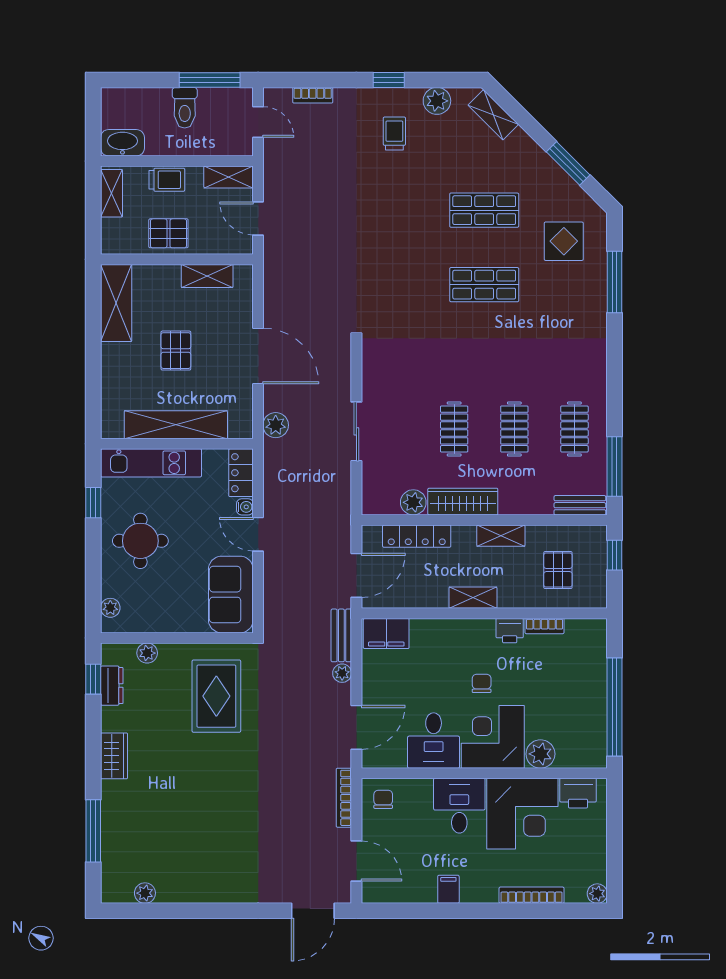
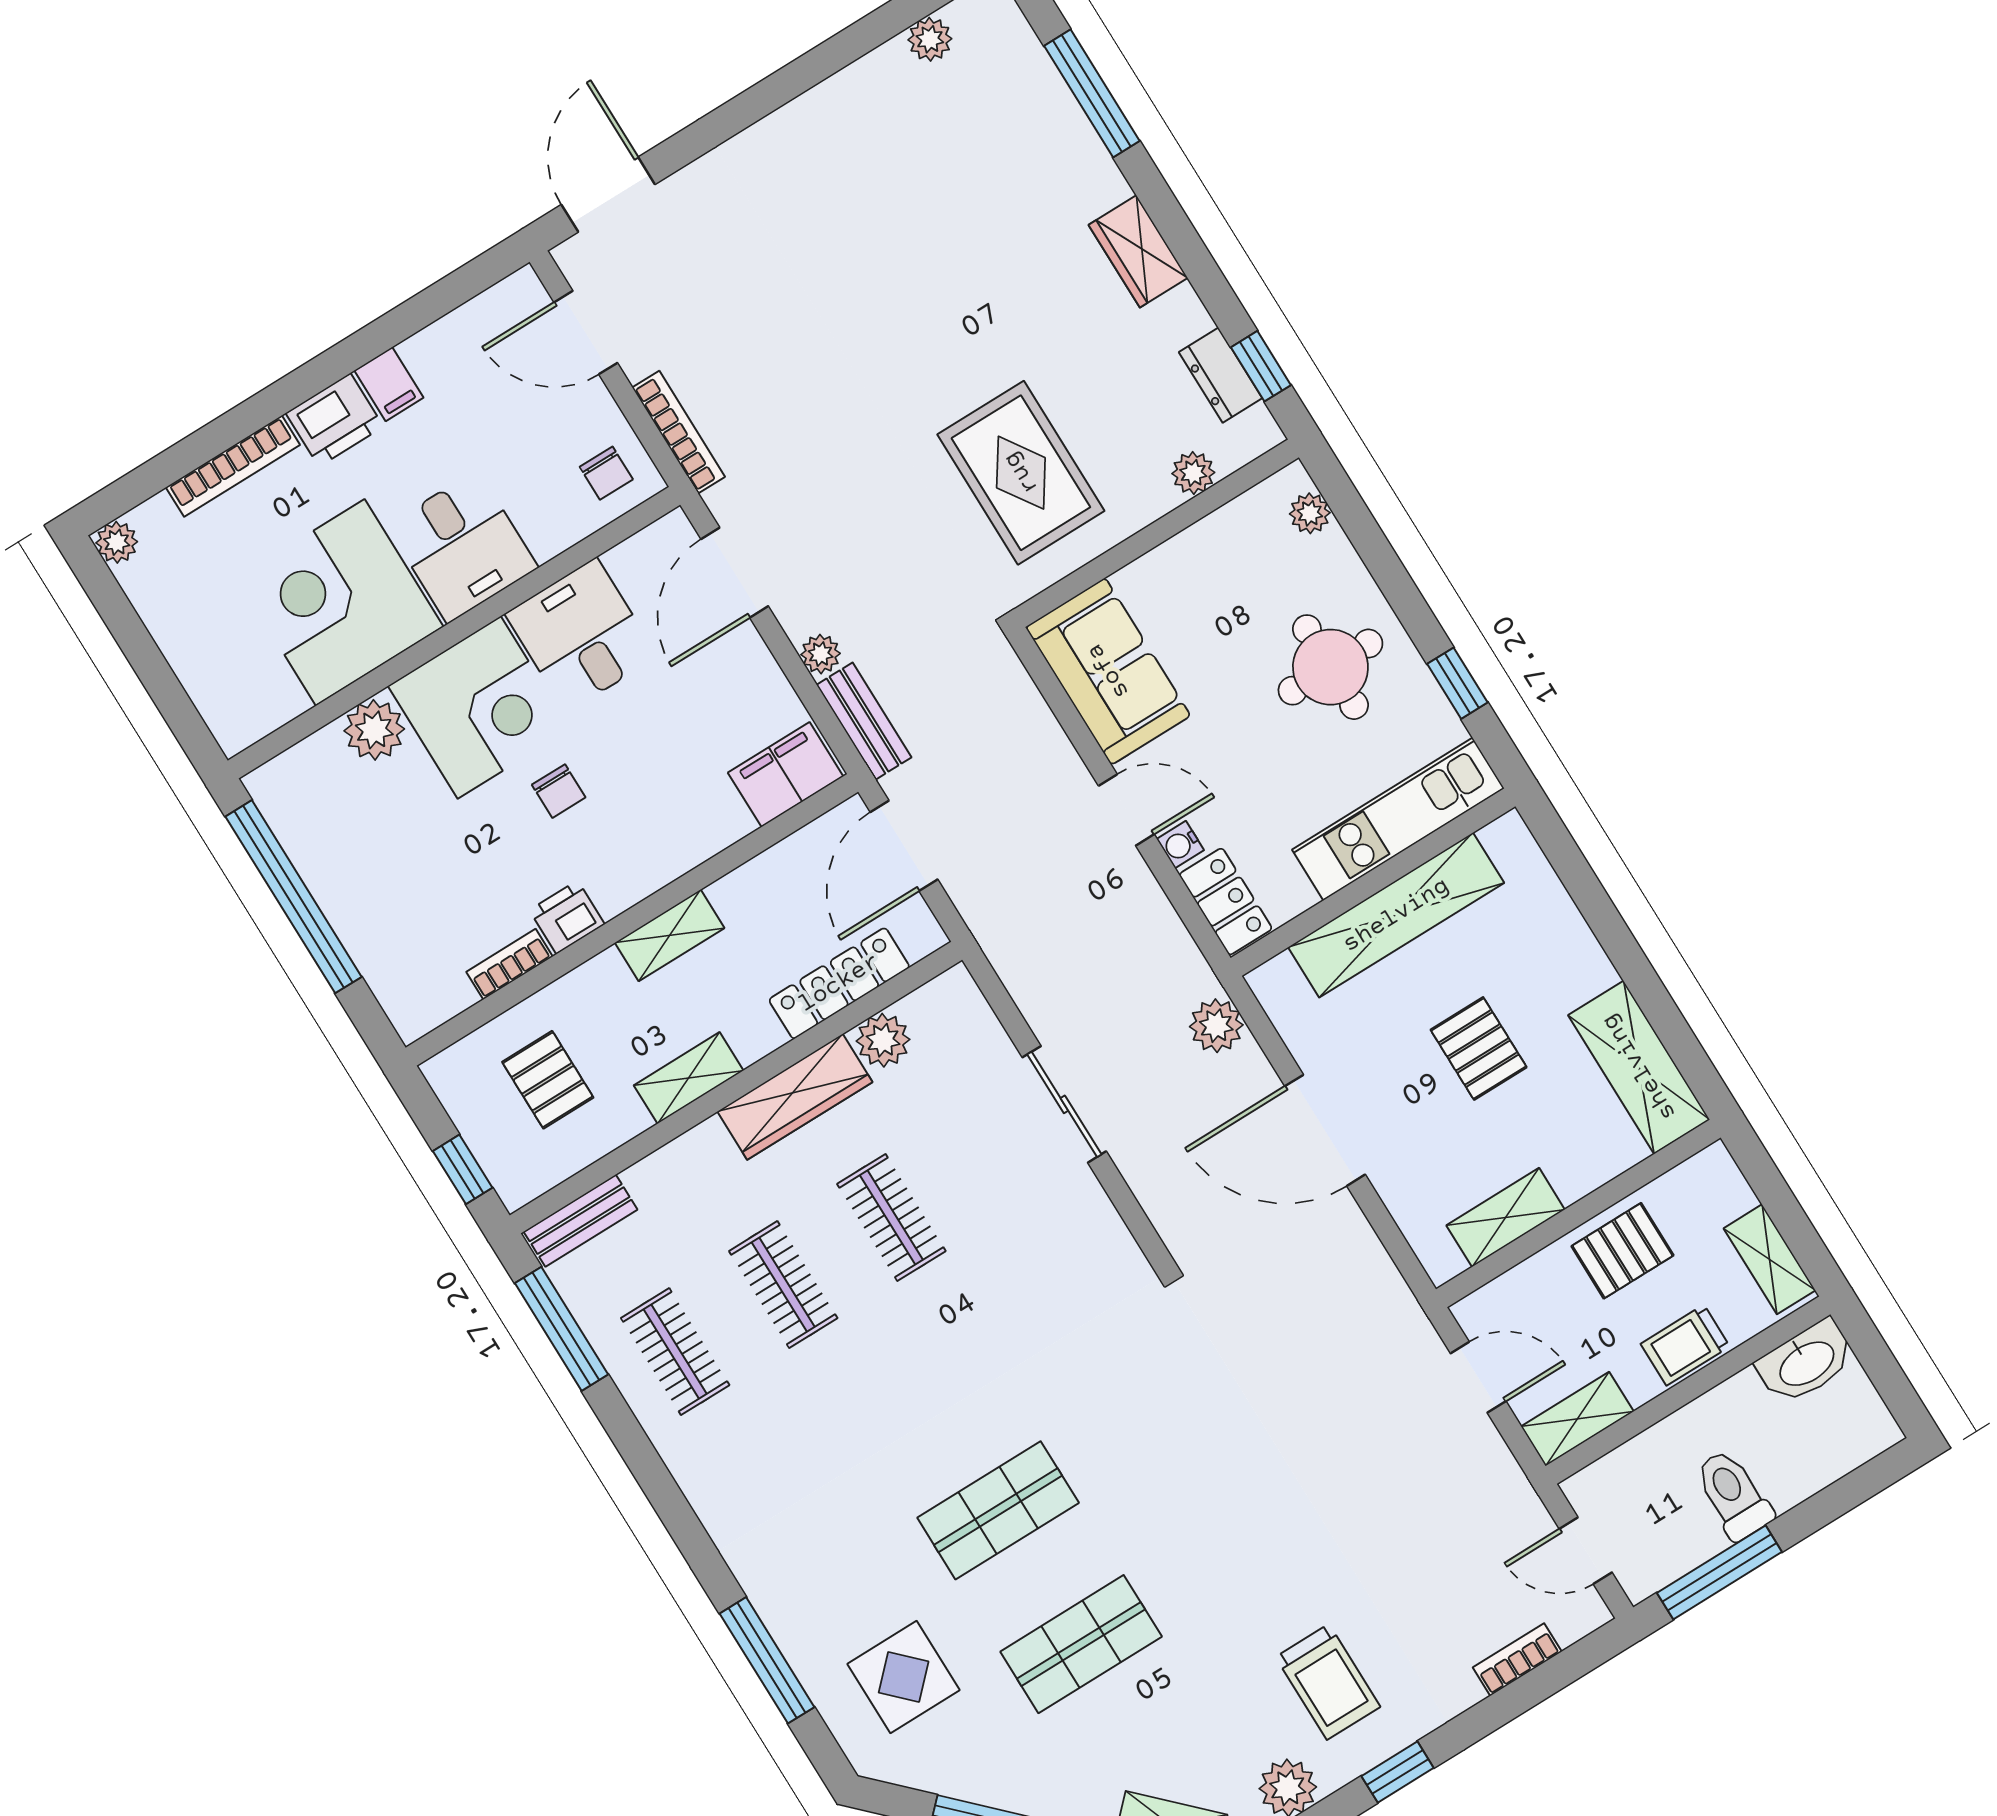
trolley: (394, 133) -> (1328, 1682), width x1.36, depth x1.39
printer: (578, 793) -> (335, 420), moved, turned 180

